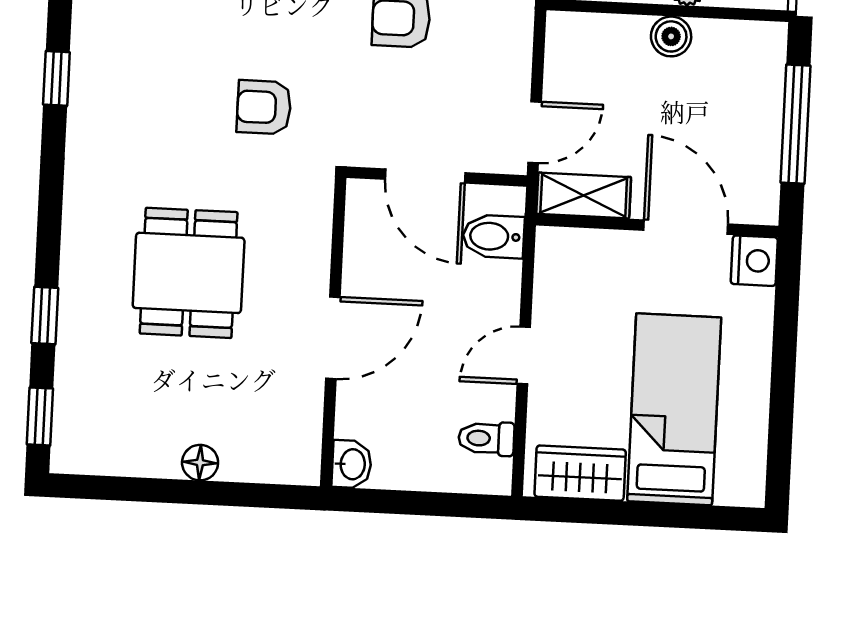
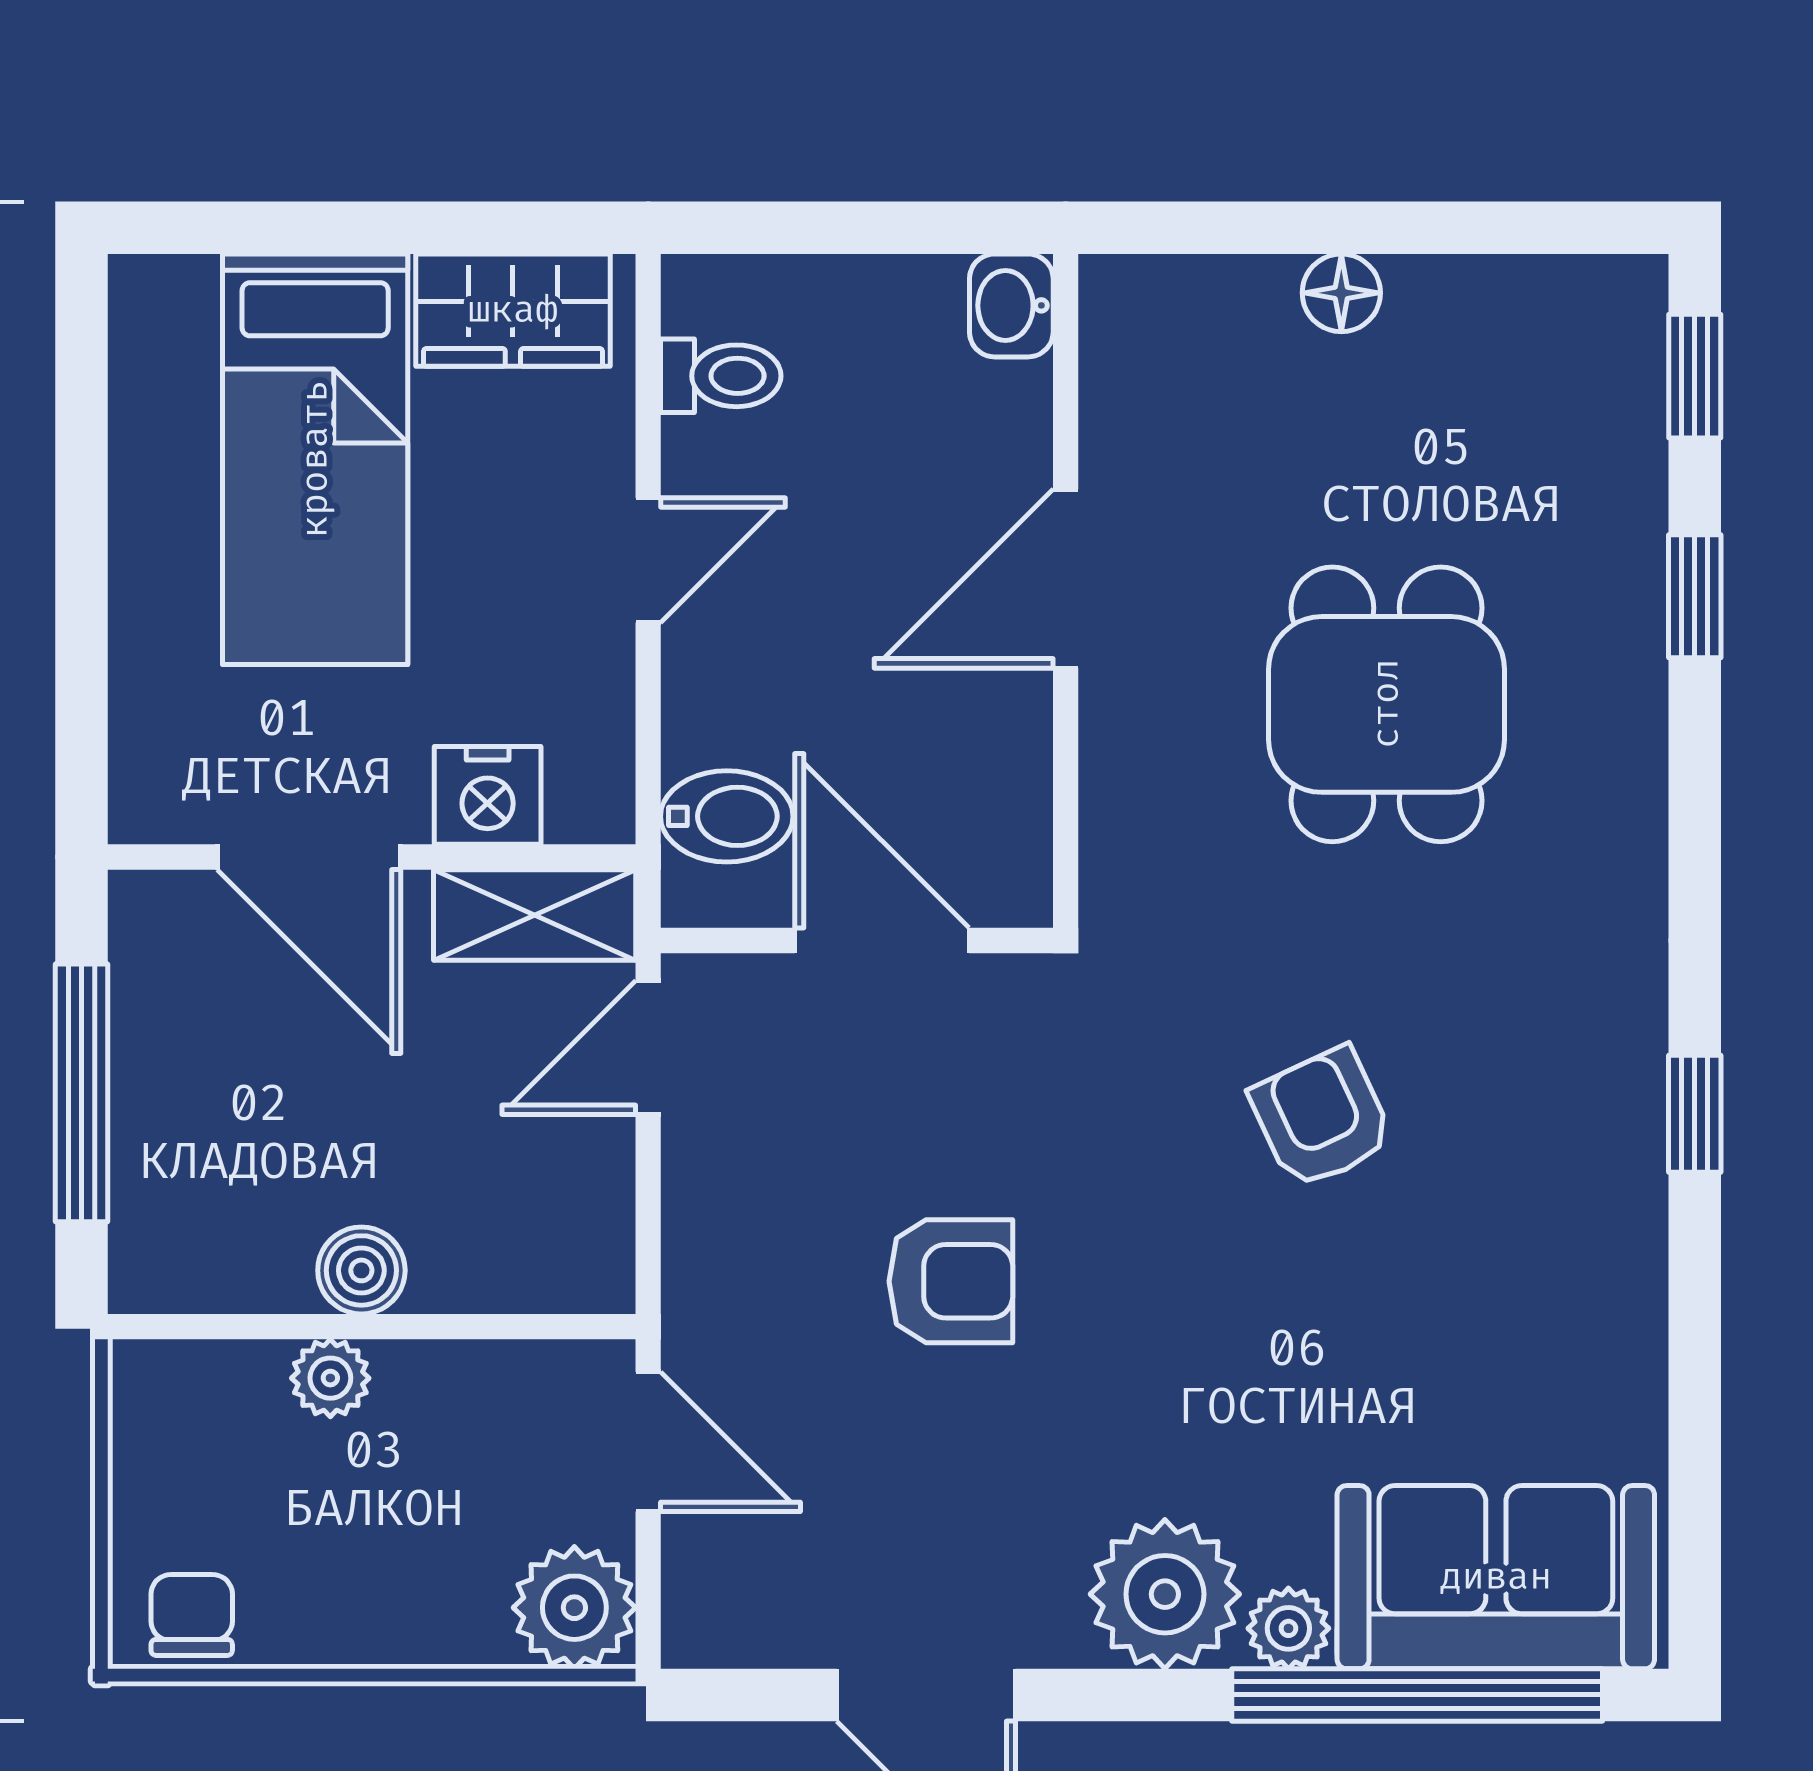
armchair: (264, 107) -> (1322, 1118), moved, turned -115
nightstand: (754, 261) -> (488, 795), moved, turned -90

